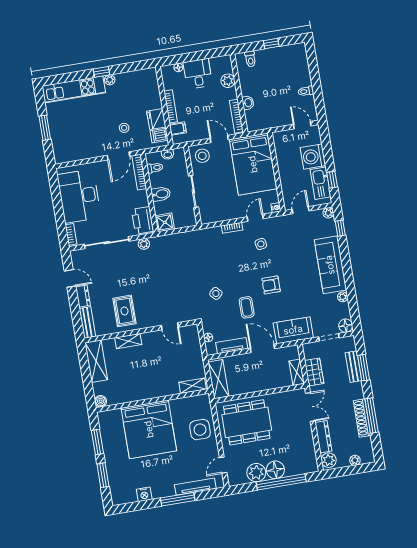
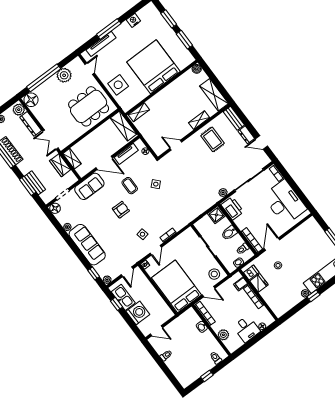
floor lamp: (275, 470) -> (31, 100), moved

